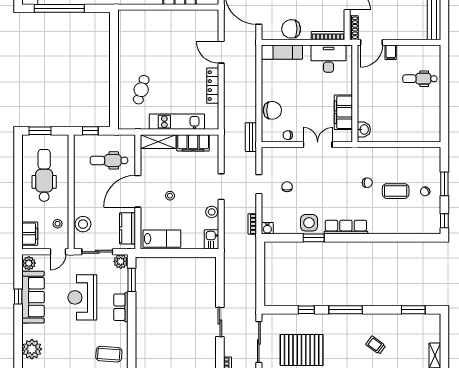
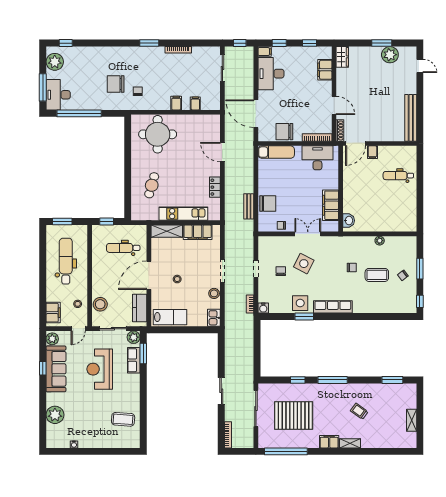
round table: (148, 32) -> (158, 134), added
locker: (213, 86) -> (215, 187), width x0.66
bench: (251, 137) -> (249, 206), moved
plant: (399, 152) -> (380, 241), added
side table: (313, 178) -> (304, 264), added
row of seats: (121, 307) -> (134, 360), moved

